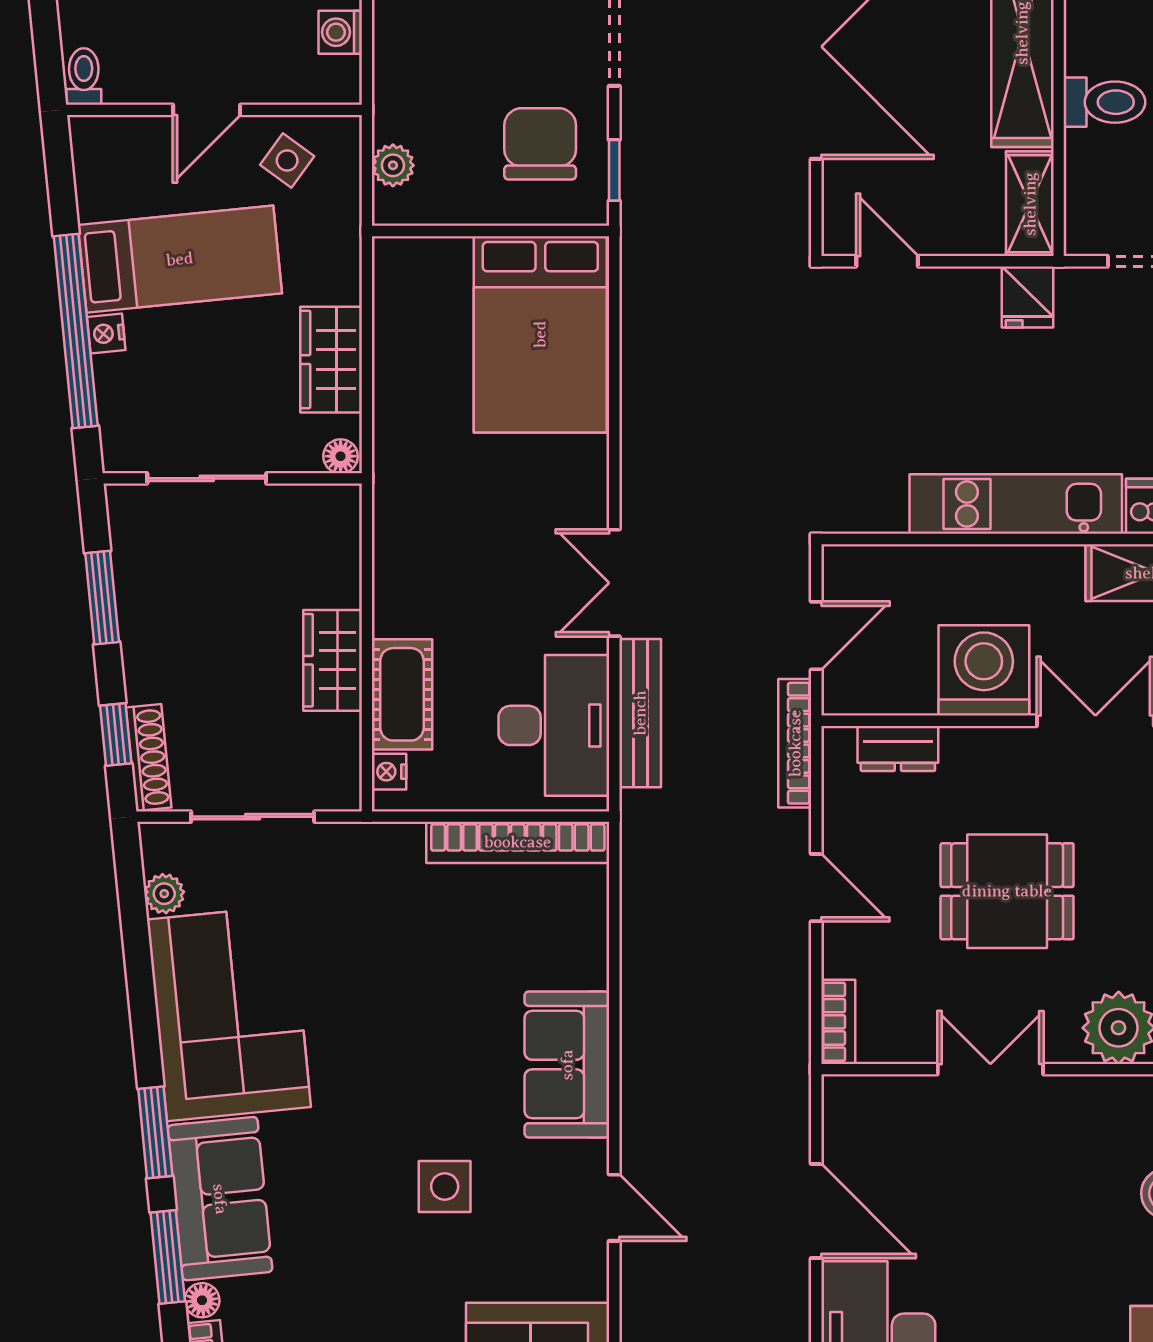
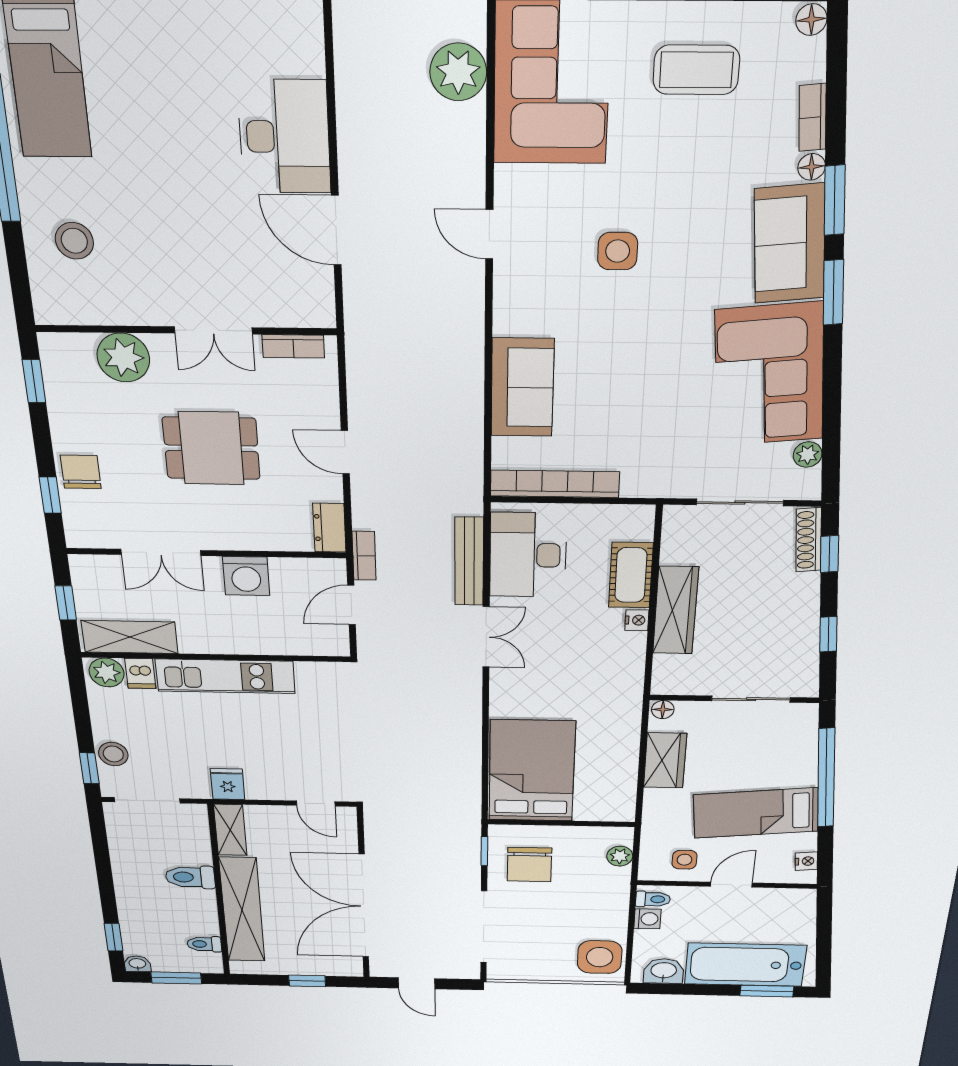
toilet: (84, 76) -> (653, 899), moved, turned -90
side table: (287, 161) -> (684, 860), turned -36
nightstand: (106, 334) -> (806, 861), moved
window: (102, 598) -> (828, 634), width x0.67
wardrobe: (333, 660) -> (676, 610), width x1.50
washing machine: (984, 670) -> (246, 576), width x0.73, depth x0.73
bookcase: (795, 743) -> (364, 556), width x0.64
dresser: (898, 748) -> (329, 528), moved, turned -90
nightstand: (389, 772) -> (637, 620), moved
bookcase: (838, 1022) -> (293, 346), moved, turned -90
sofa: (567, 1065) -> (522, 388), moved

